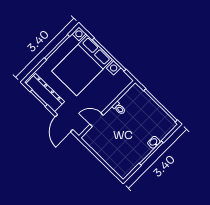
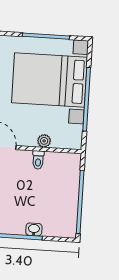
plant: (112, 96) -> (44, 141), added

